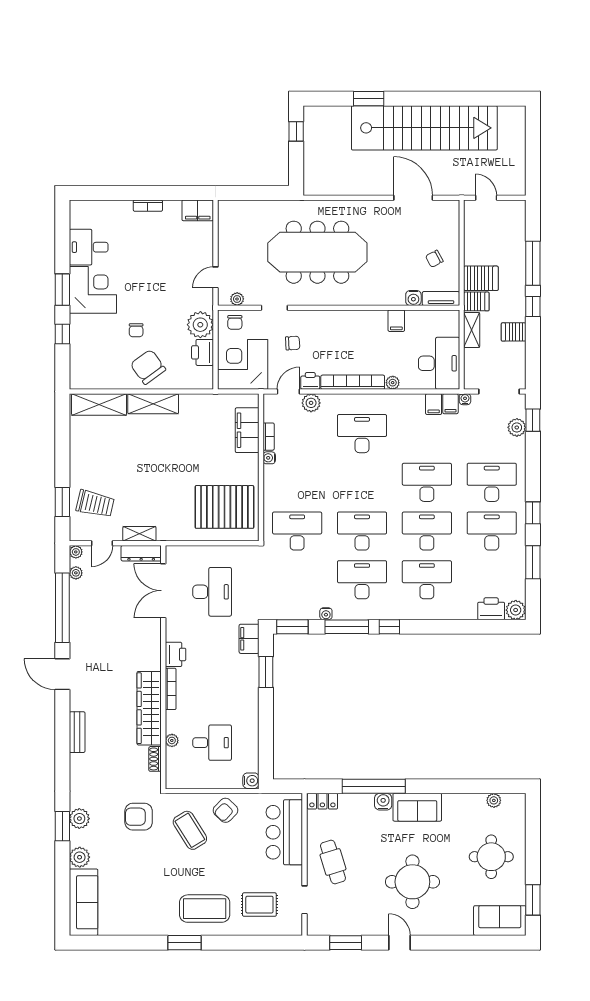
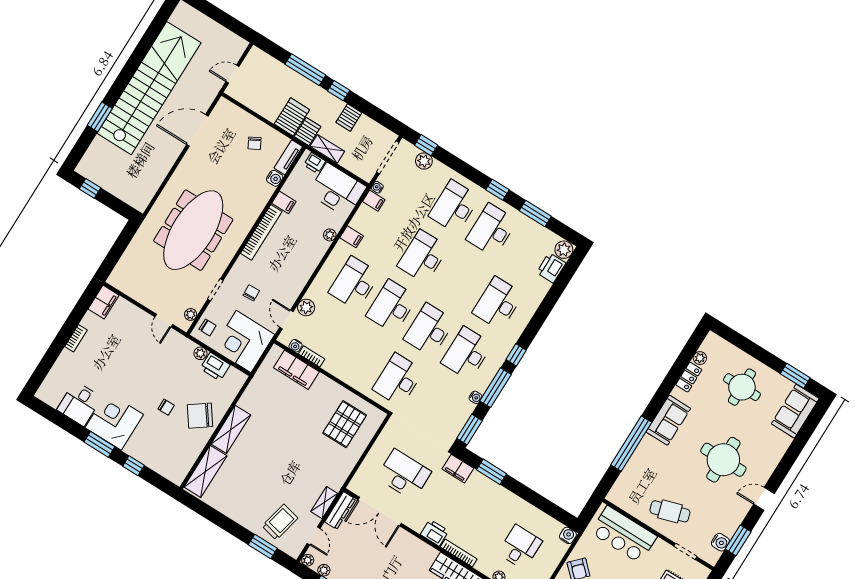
plant: (200, 325) -> (200, 353), width x0.53, depth x0.53
printer: (310, 381) -> (315, 163), moved, turned -90
bookcase: (353, 382) -> (261, 232), moved, turned 180
filing cabinet: (434, 404) -> (352, 237), moved
water cooler: (269, 458) -> (296, 346), moved
pallet: (224, 507) -> (345, 424), width x0.73, depth x0.71
desk: (427, 531) -> (392, 306), moved
locker: (322, 801) -> (689, 377), moved
water cooler: (383, 802) -> (720, 542), moved, turned 180

